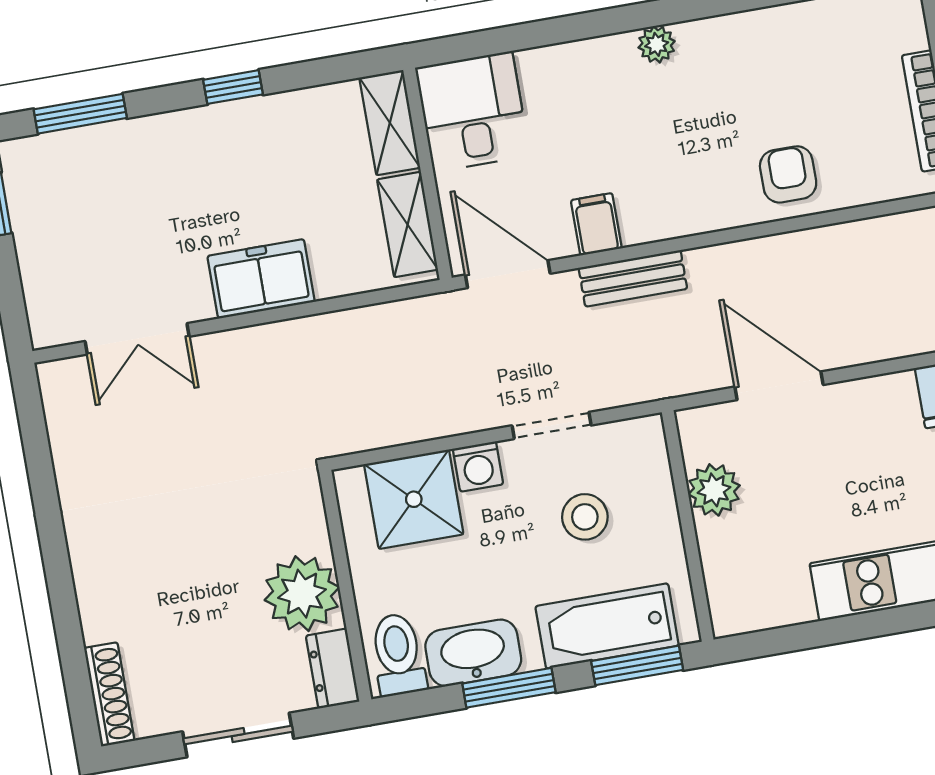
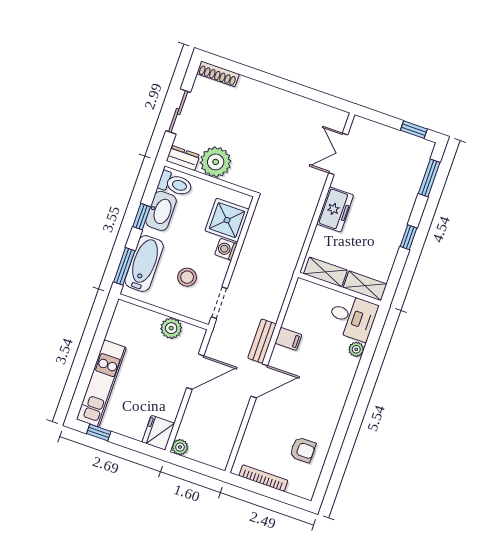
plant: (657, 44) -> (356, 349), moved
armchair: (788, 174) -> (303, 450), moved
door: (508, 274) -> (259, 381), moved
doorway: (552, 425) -> (219, 303), moved
window: (509, 688) -> (142, 217), width x0.67

